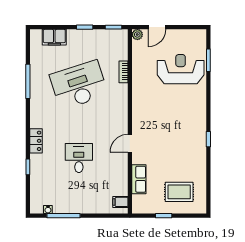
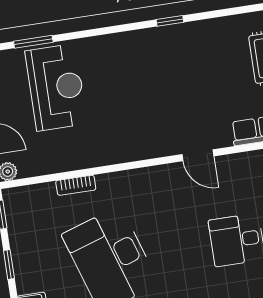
reception desk: (181, 69) -> (56, 87), turned 180

